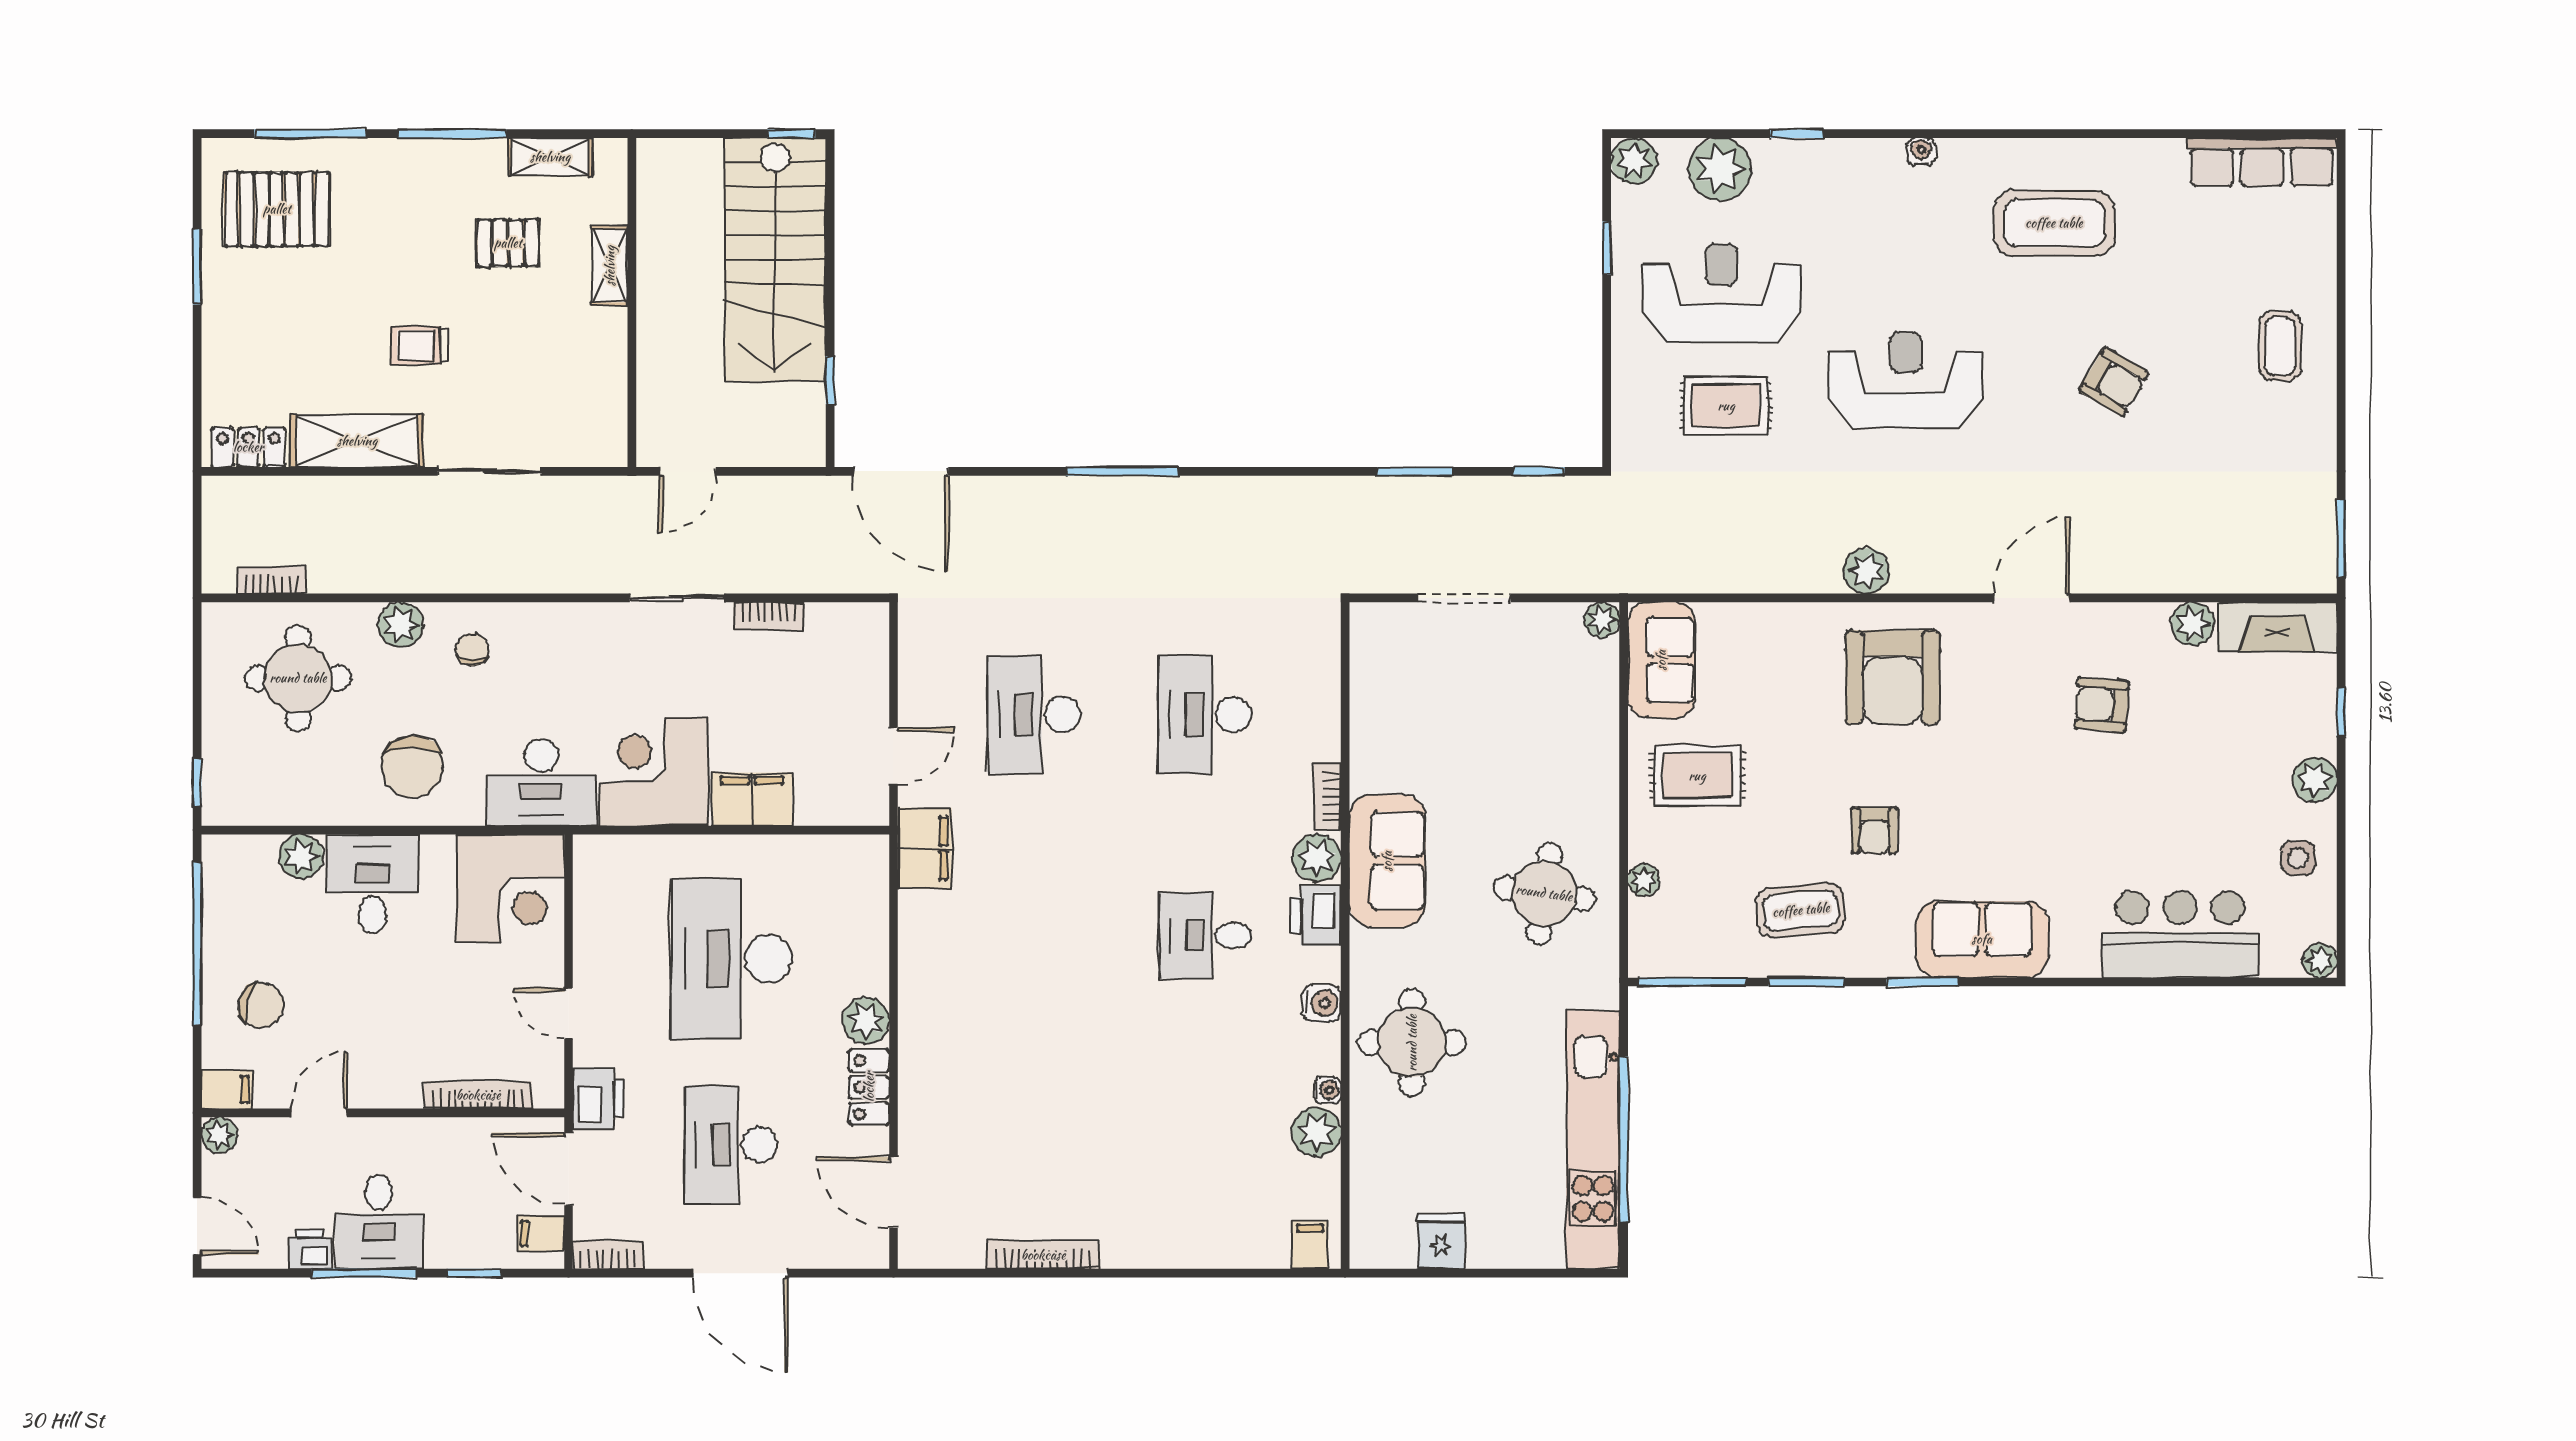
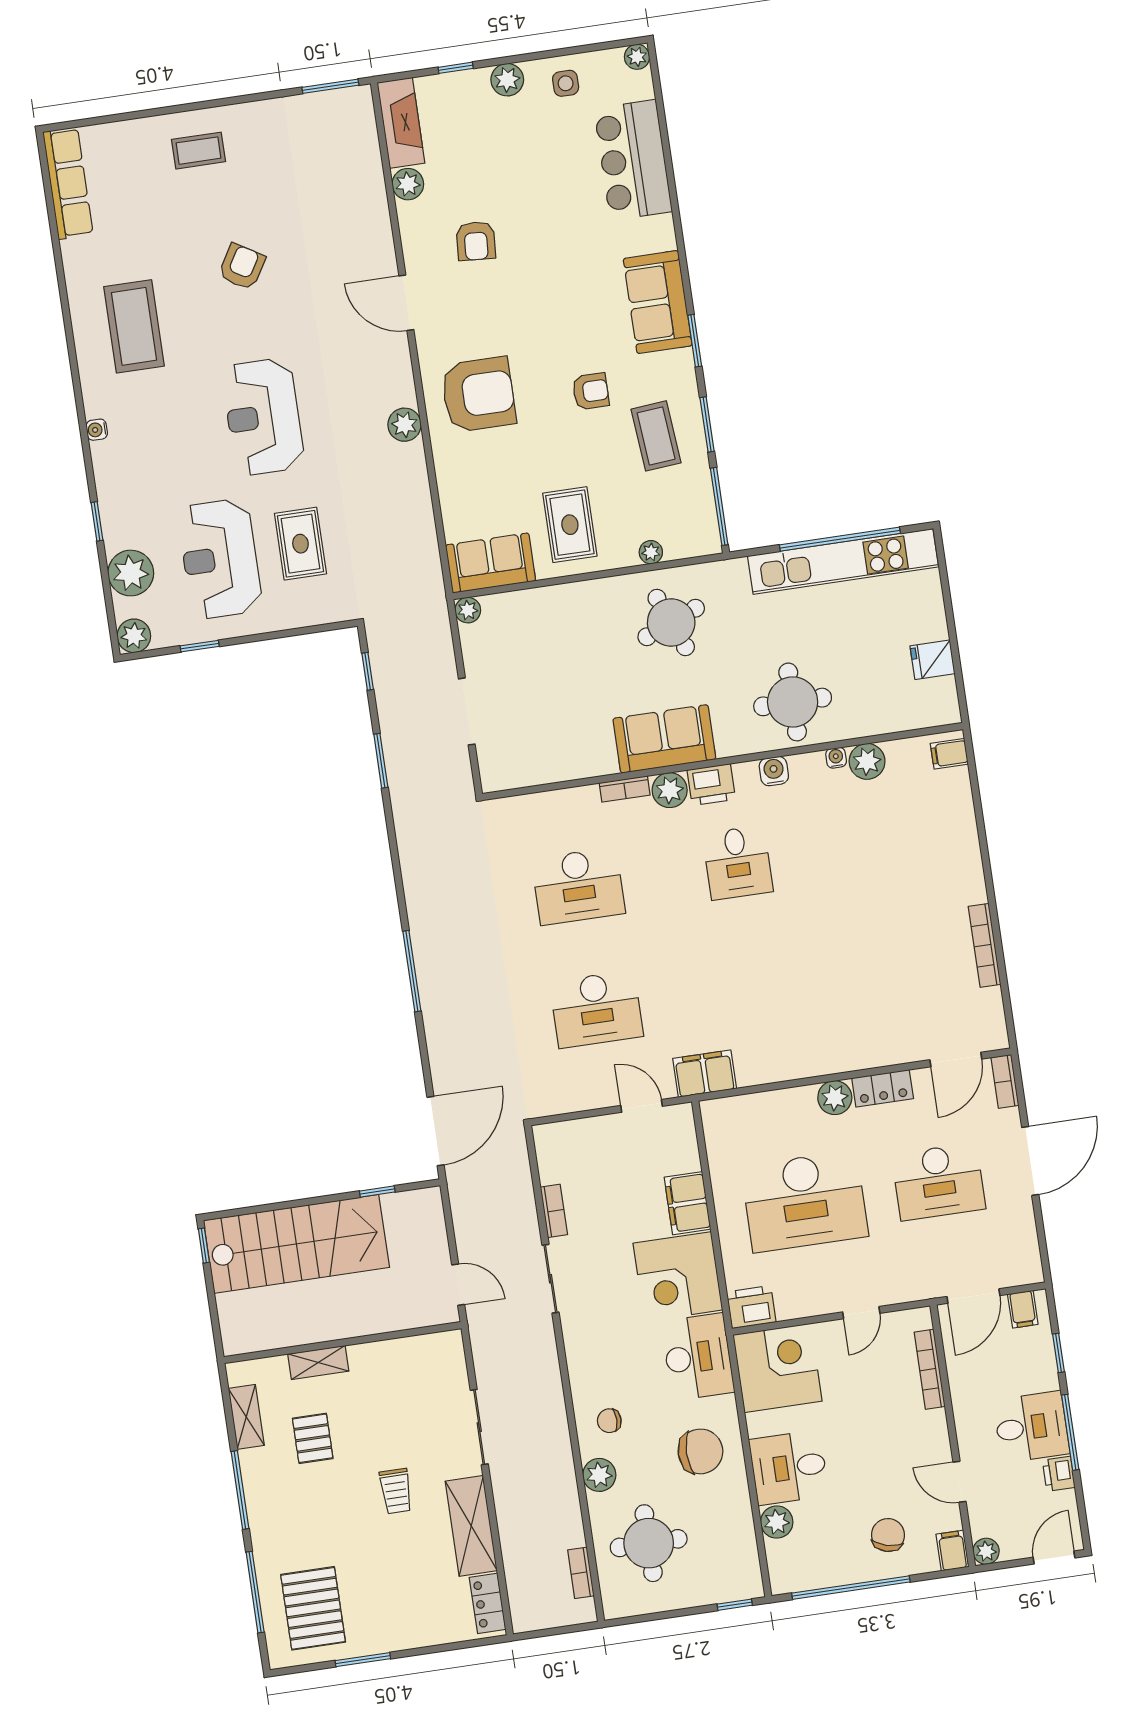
round table: (1544, 893) -> (671, 622), turned -30
printer: (598, 1098) -> (751, 1307), moved
bookcase: (608, 1255) -> (1005, 1081), moved

